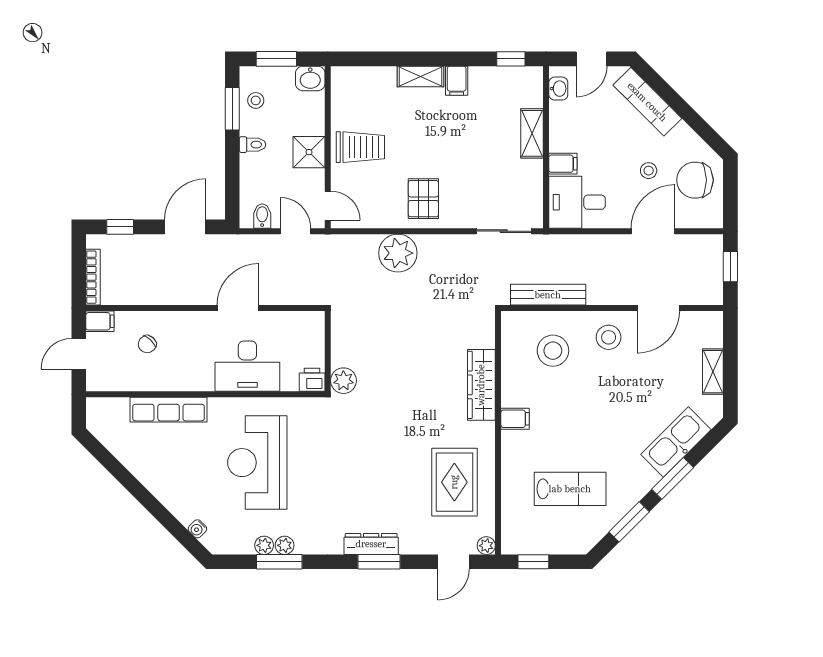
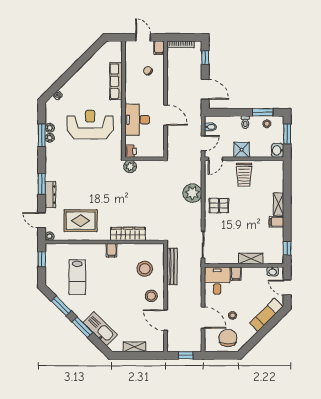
dresser: (371, 544) -> (50, 195), moved

